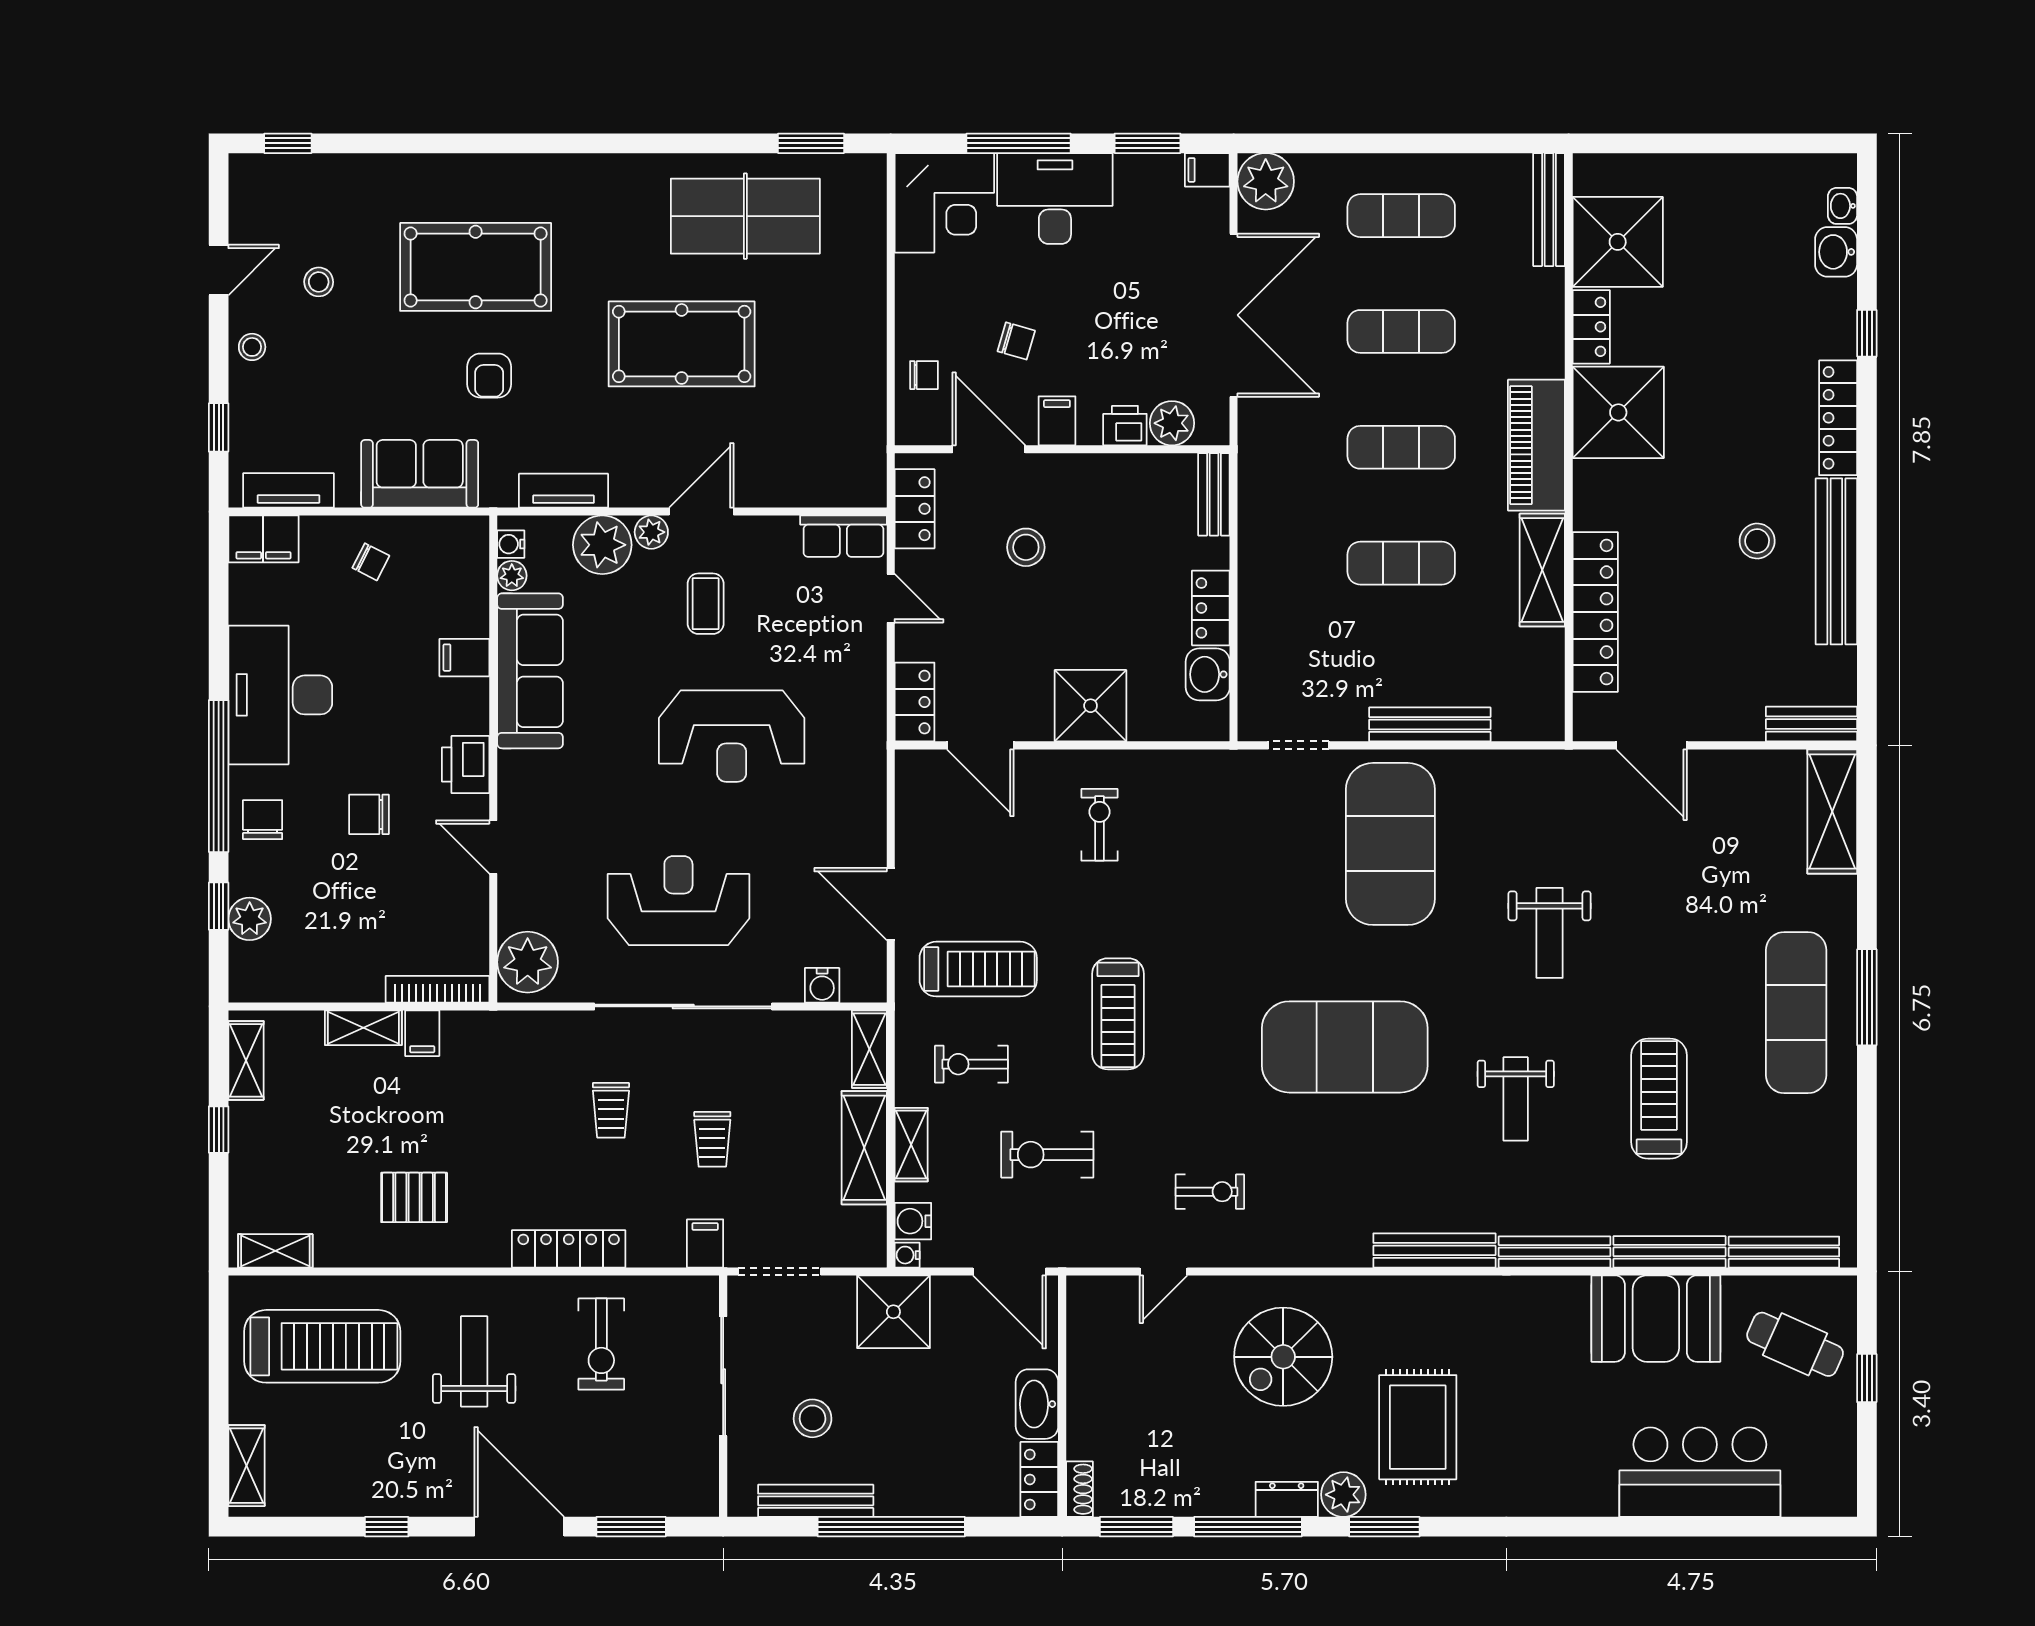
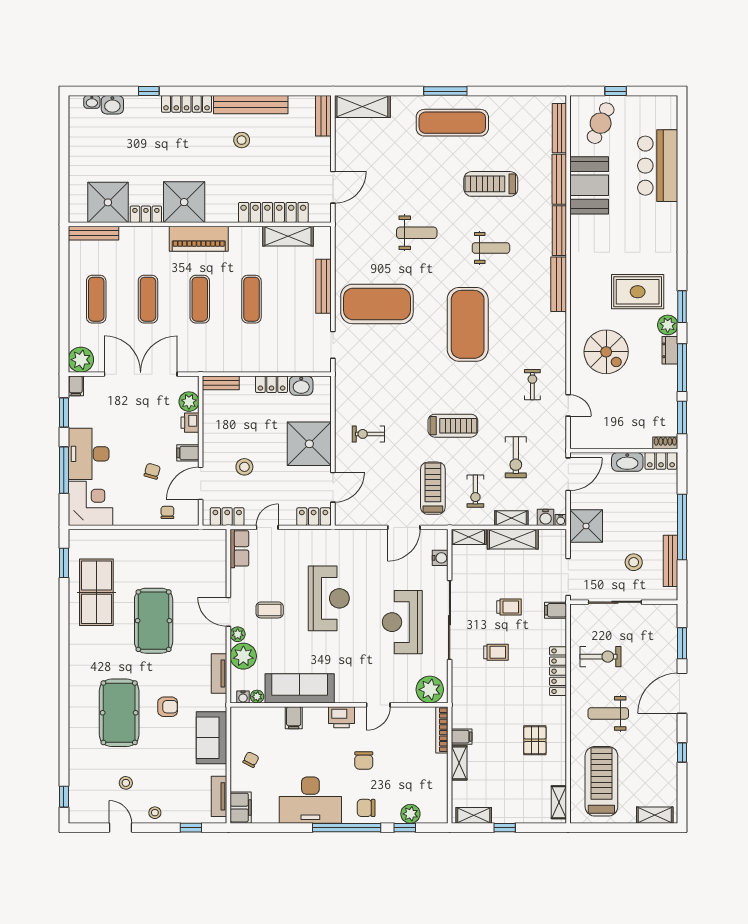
shelving: (1542, 570) -> (288, 236), moved
shower: (1091, 706) -> (309, 444), width x1.37, depth x1.37

